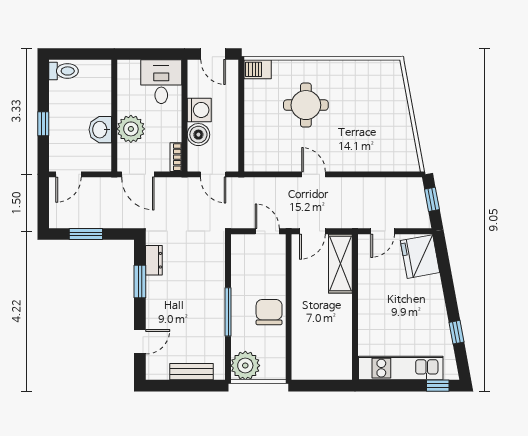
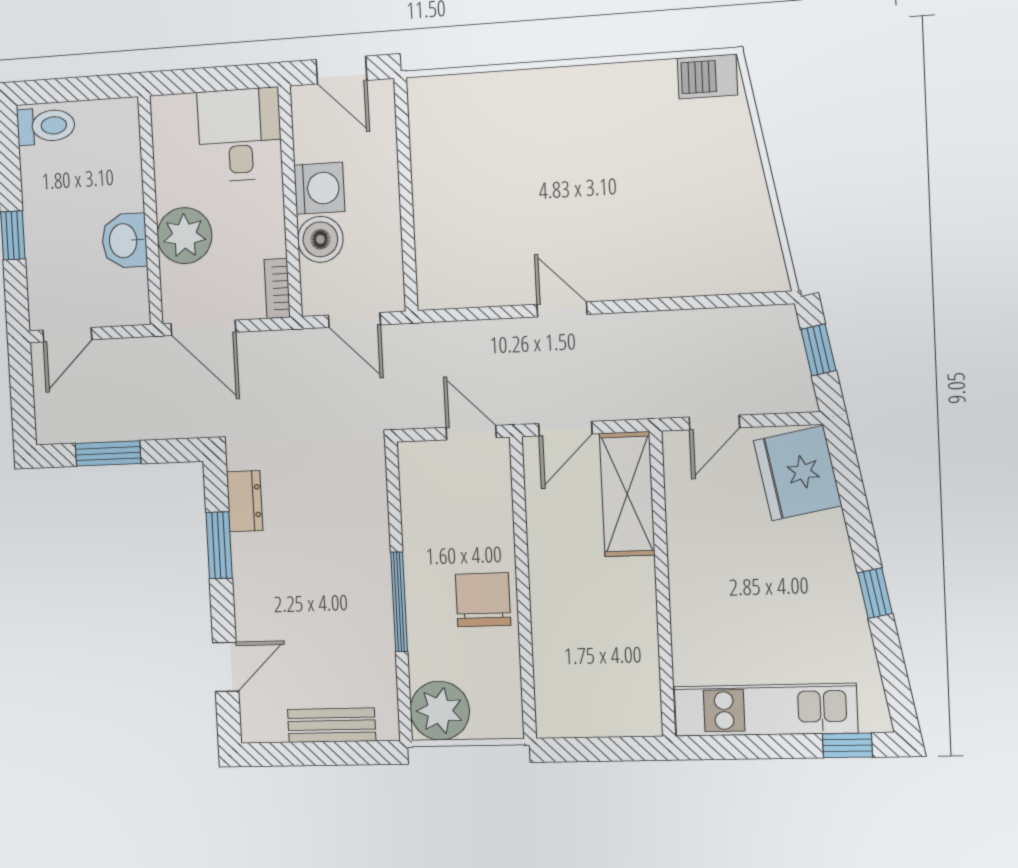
barbecue: (258, 69) -> (707, 77), moved
round table: (306, 105) -> (539, 164), removed
window: (456, 332) -> (875, 593), moved

